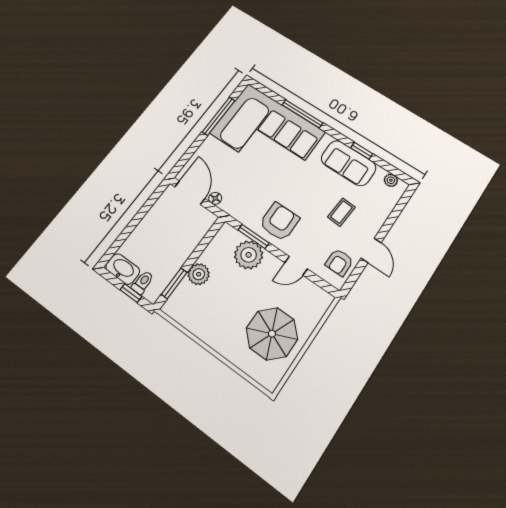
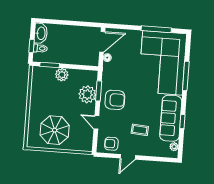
sofa: (349, 163) -> (171, 118), width x1.36

